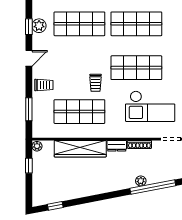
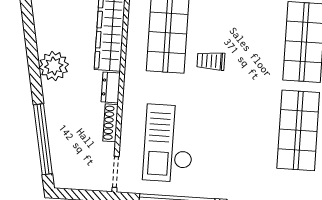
shop shelf: (136, 68) -> (230, 126), removed
plant: (141, 181) -> (54, 66), moved, width x1.88, depth x1.88

